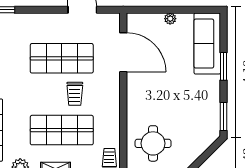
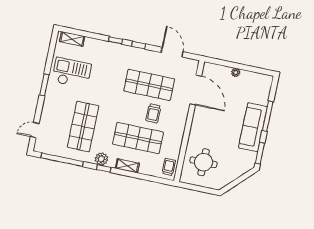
window: (37, 10) -> (139, 45), added
sofa: (207, 44) -> (253, 127), moved
window: (223, 66) -> (268, 116), width x1.44

